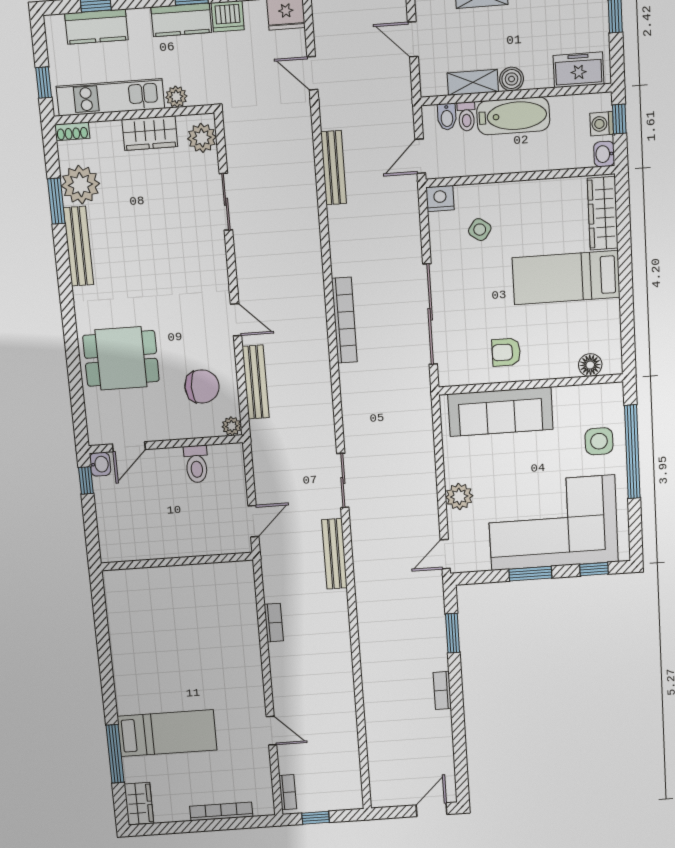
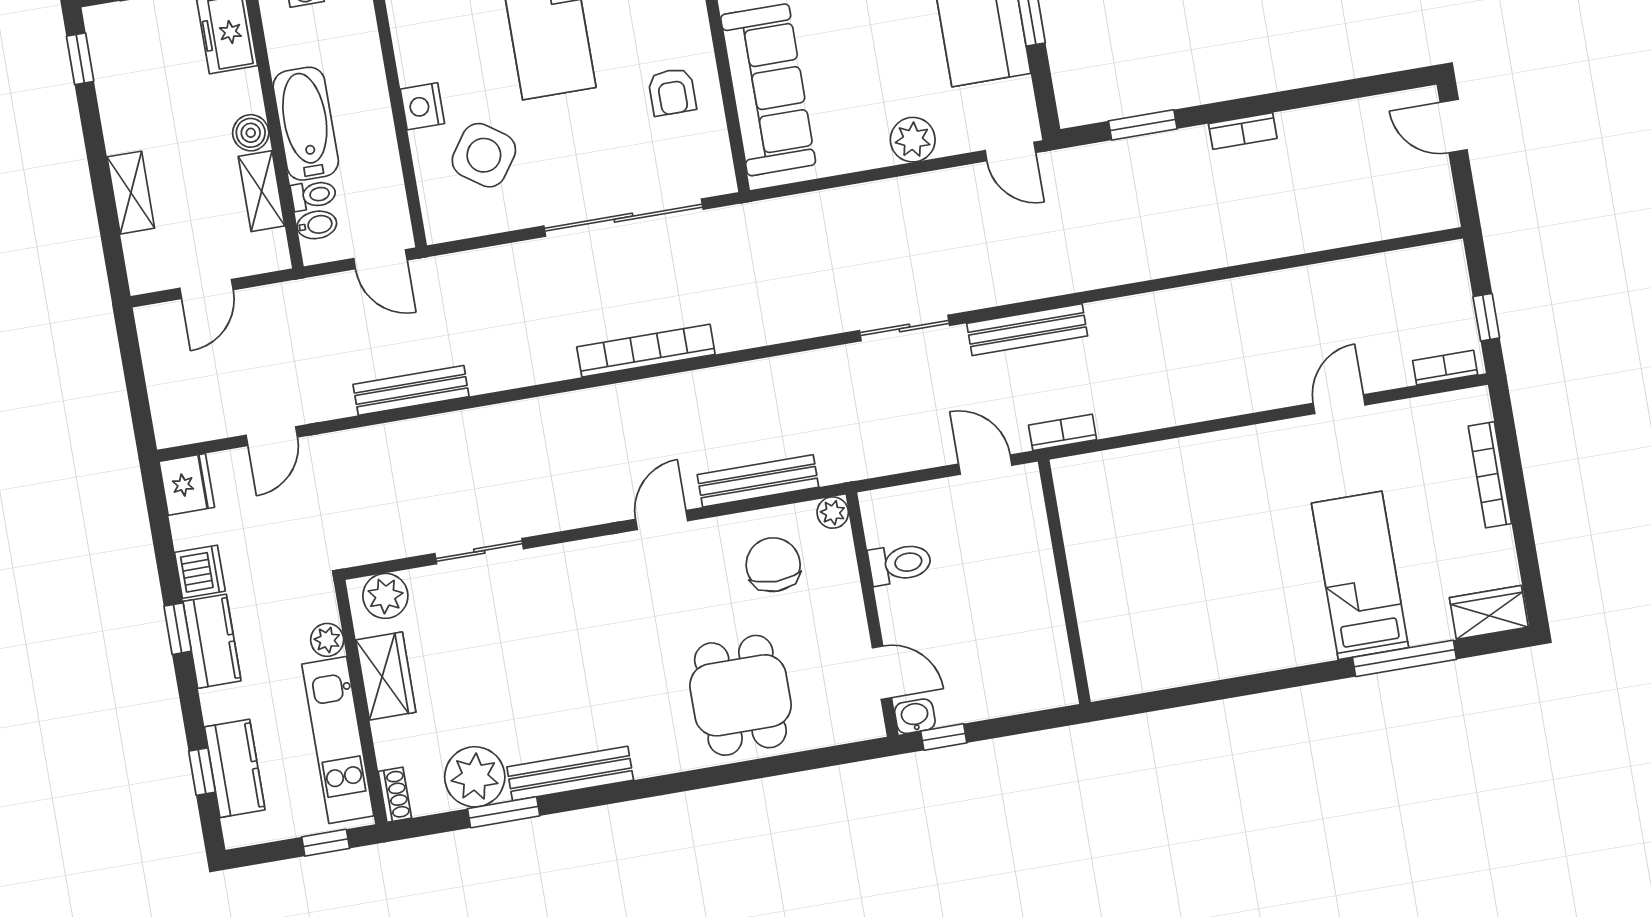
nightstand: (440, 199) -> (422, 106), moved
side table: (480, 230) -> (484, 155), width x1.87, depth x1.87
bookcase: (274, 623) -> (1063, 432), moved

